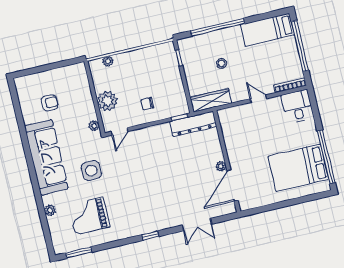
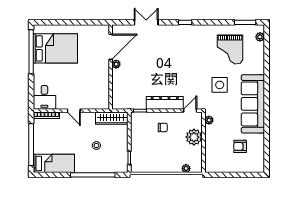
dresser: (193, 124) -> (165, 103), moved
plant: (50, 210) -> (260, 37), moved
grand piano: (89, 216) -> (230, 49), turned 90

